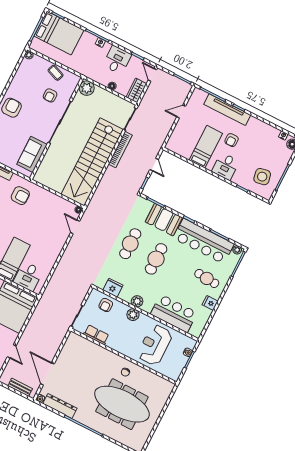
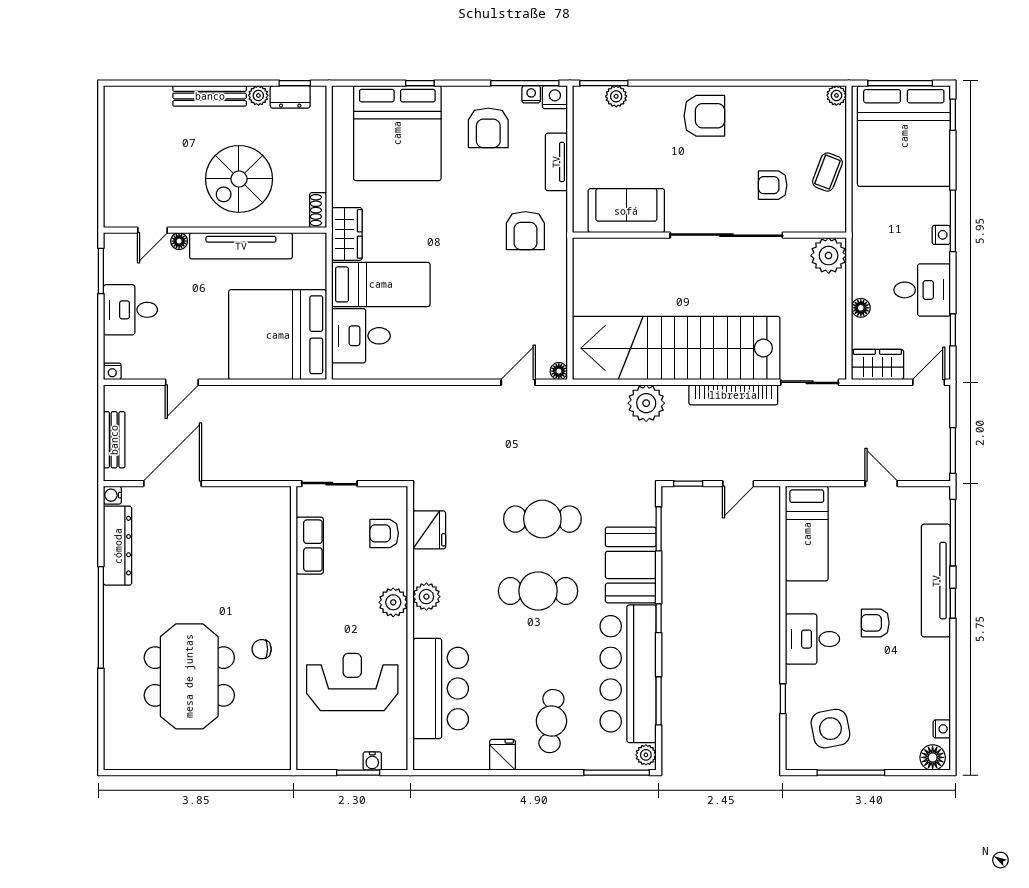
bed: (59, 33) -> (904, 136), width x1.36
bed: (206, 147) -> (807, 534), moved, turned 90
plant: (107, 183) -> (646, 403), added
meeting table: (122, 404) -> (189, 676), width x0.73

